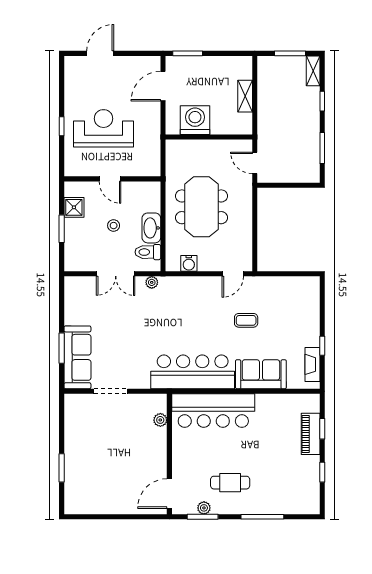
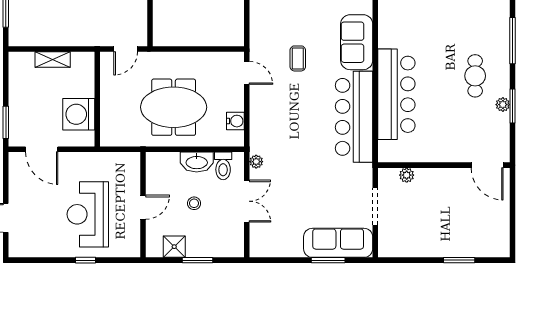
plant: (160, 420) -> (407, 175), moved
wall: (169, 454) -> (444, 165), moved
door: (169, 494) -> (487, 165), moved

